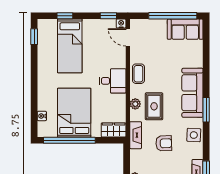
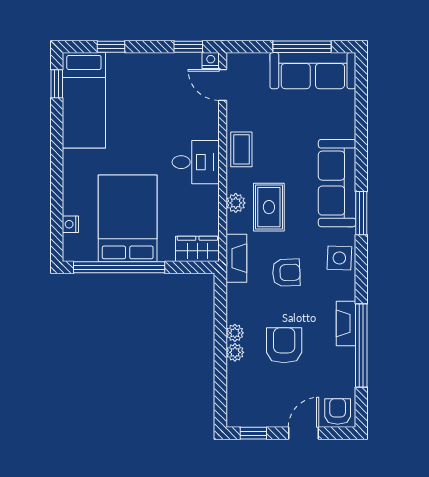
window: (173, 16) -> (302, 47), width x0.68
sofa: (185, 29) -> (313, 71), width x1.36
bed: (70, 46) -> (84, 100), moved

